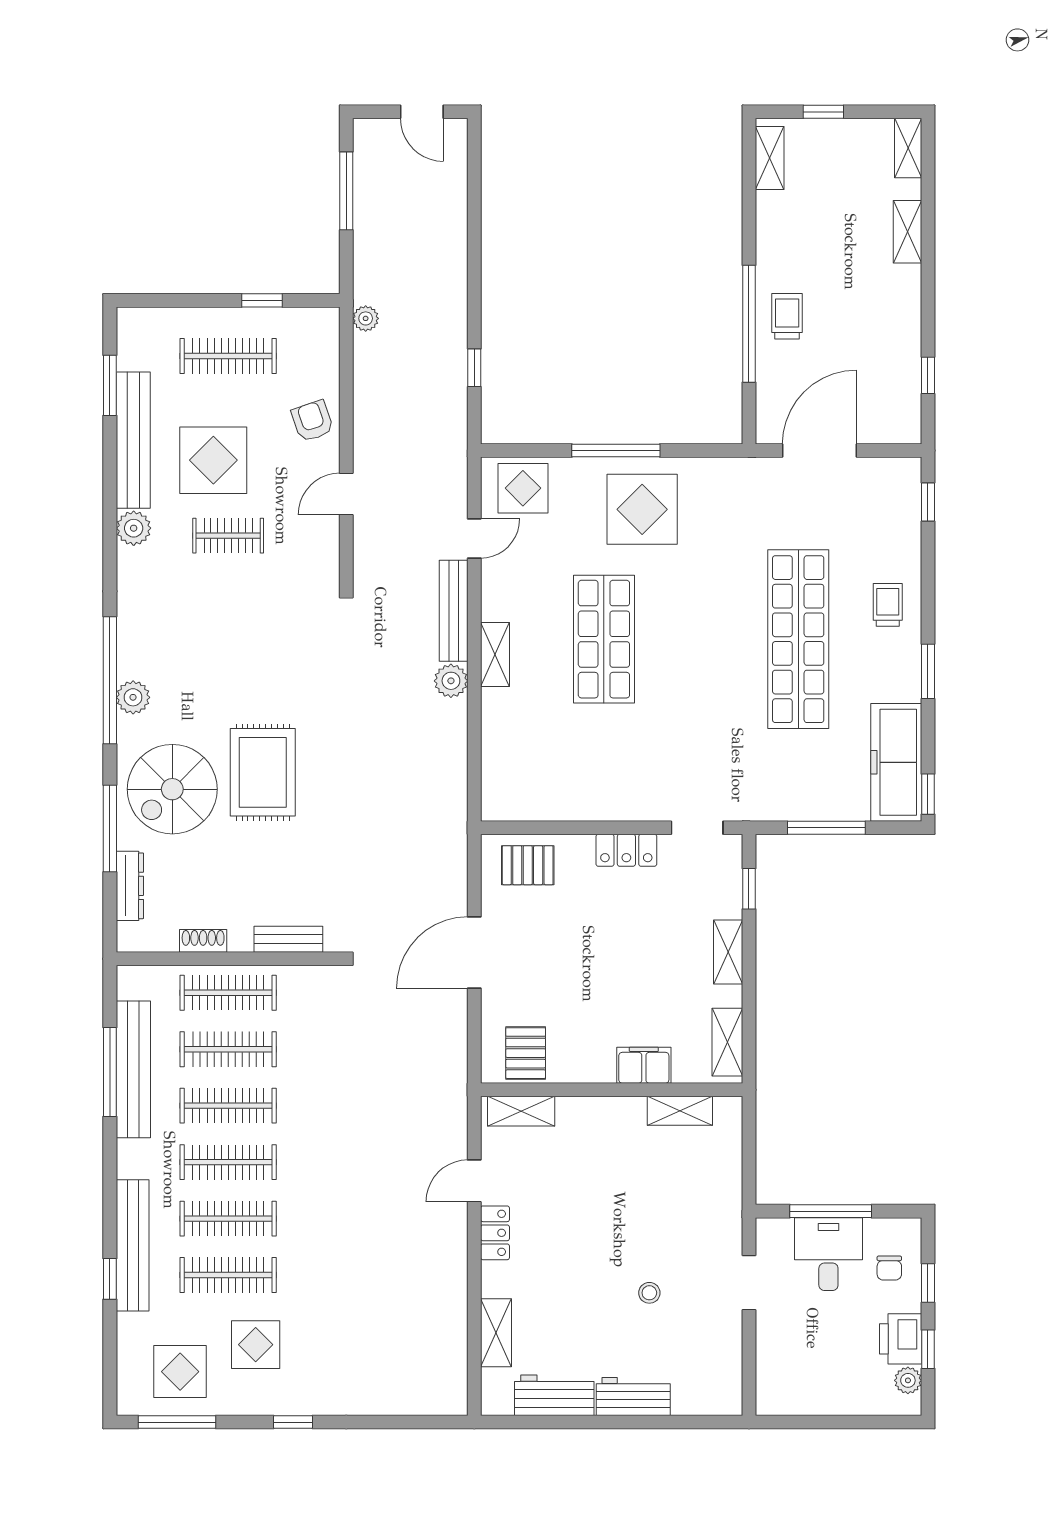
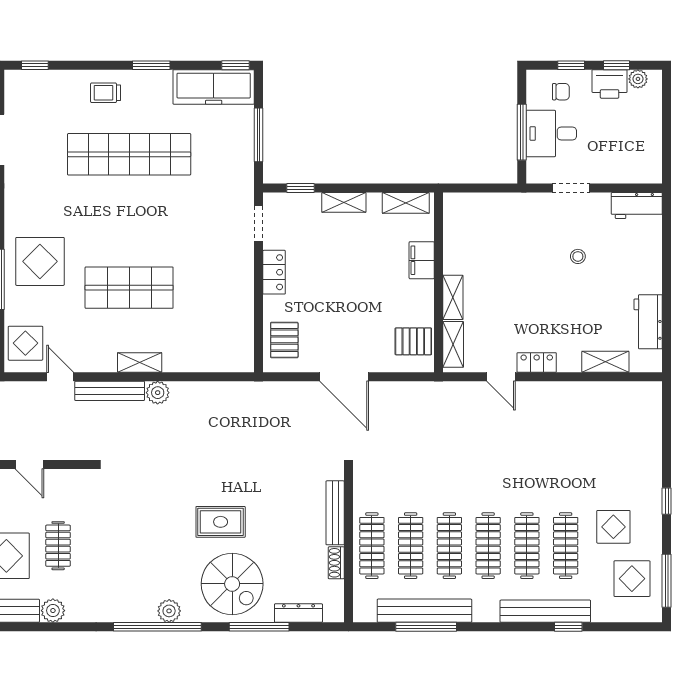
rug: (263, 772) -> (221, 522), width x0.73, depth x0.70
bench: (288, 939) -> (335, 513), width x1.36
shelving: (680, 1111) -> (453, 297), moved
workbench: (633, 1397) -> (637, 206), moved, turned -90

